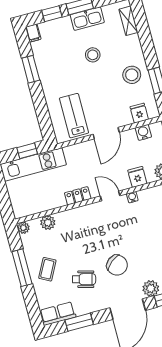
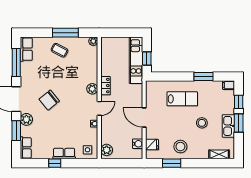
lab bench: (74, 116) -> (182, 99), moved
fridge: (137, 177) -> (107, 131), removed
plant: (48, 223) -> (92, 89), moved
wheelchair: (84, 279) -> (46, 74), removed
window: (79, 322) -> (16, 63), width x1.44

